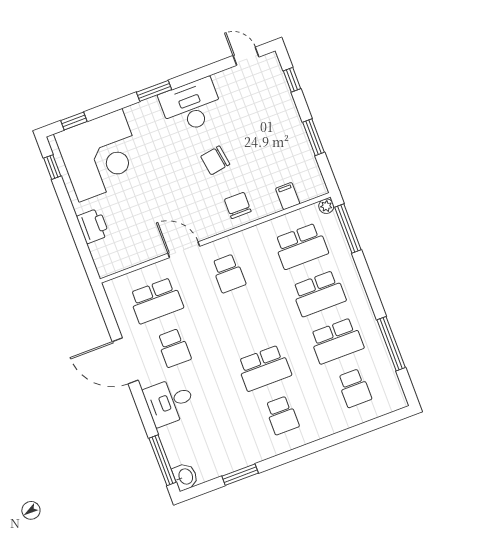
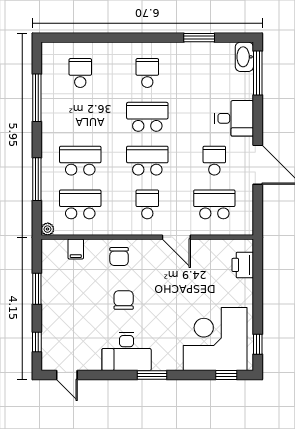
chair: (215, 160) -> (124, 300), turned -81
printer: (93, 226) -> (243, 265), moved
window: (348, 228) -> (37, 179), moved
school desk: (337, 341) -> (147, 161), moved
washbasin: (185, 477) -> (244, 57), width x1.38

